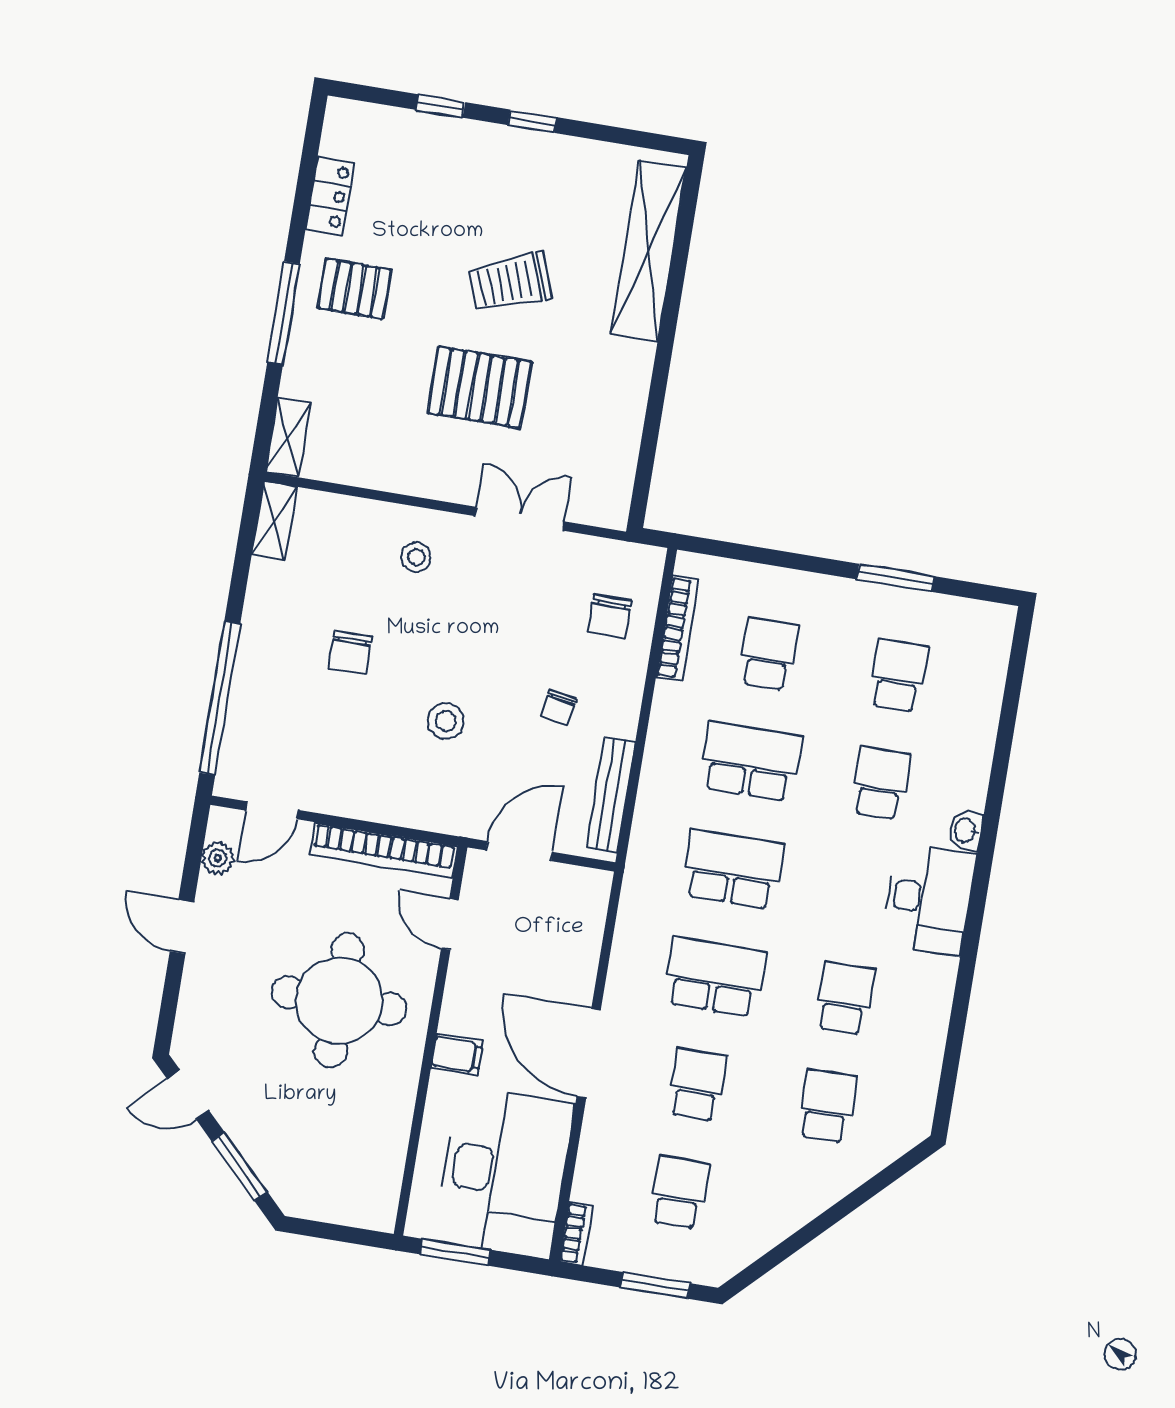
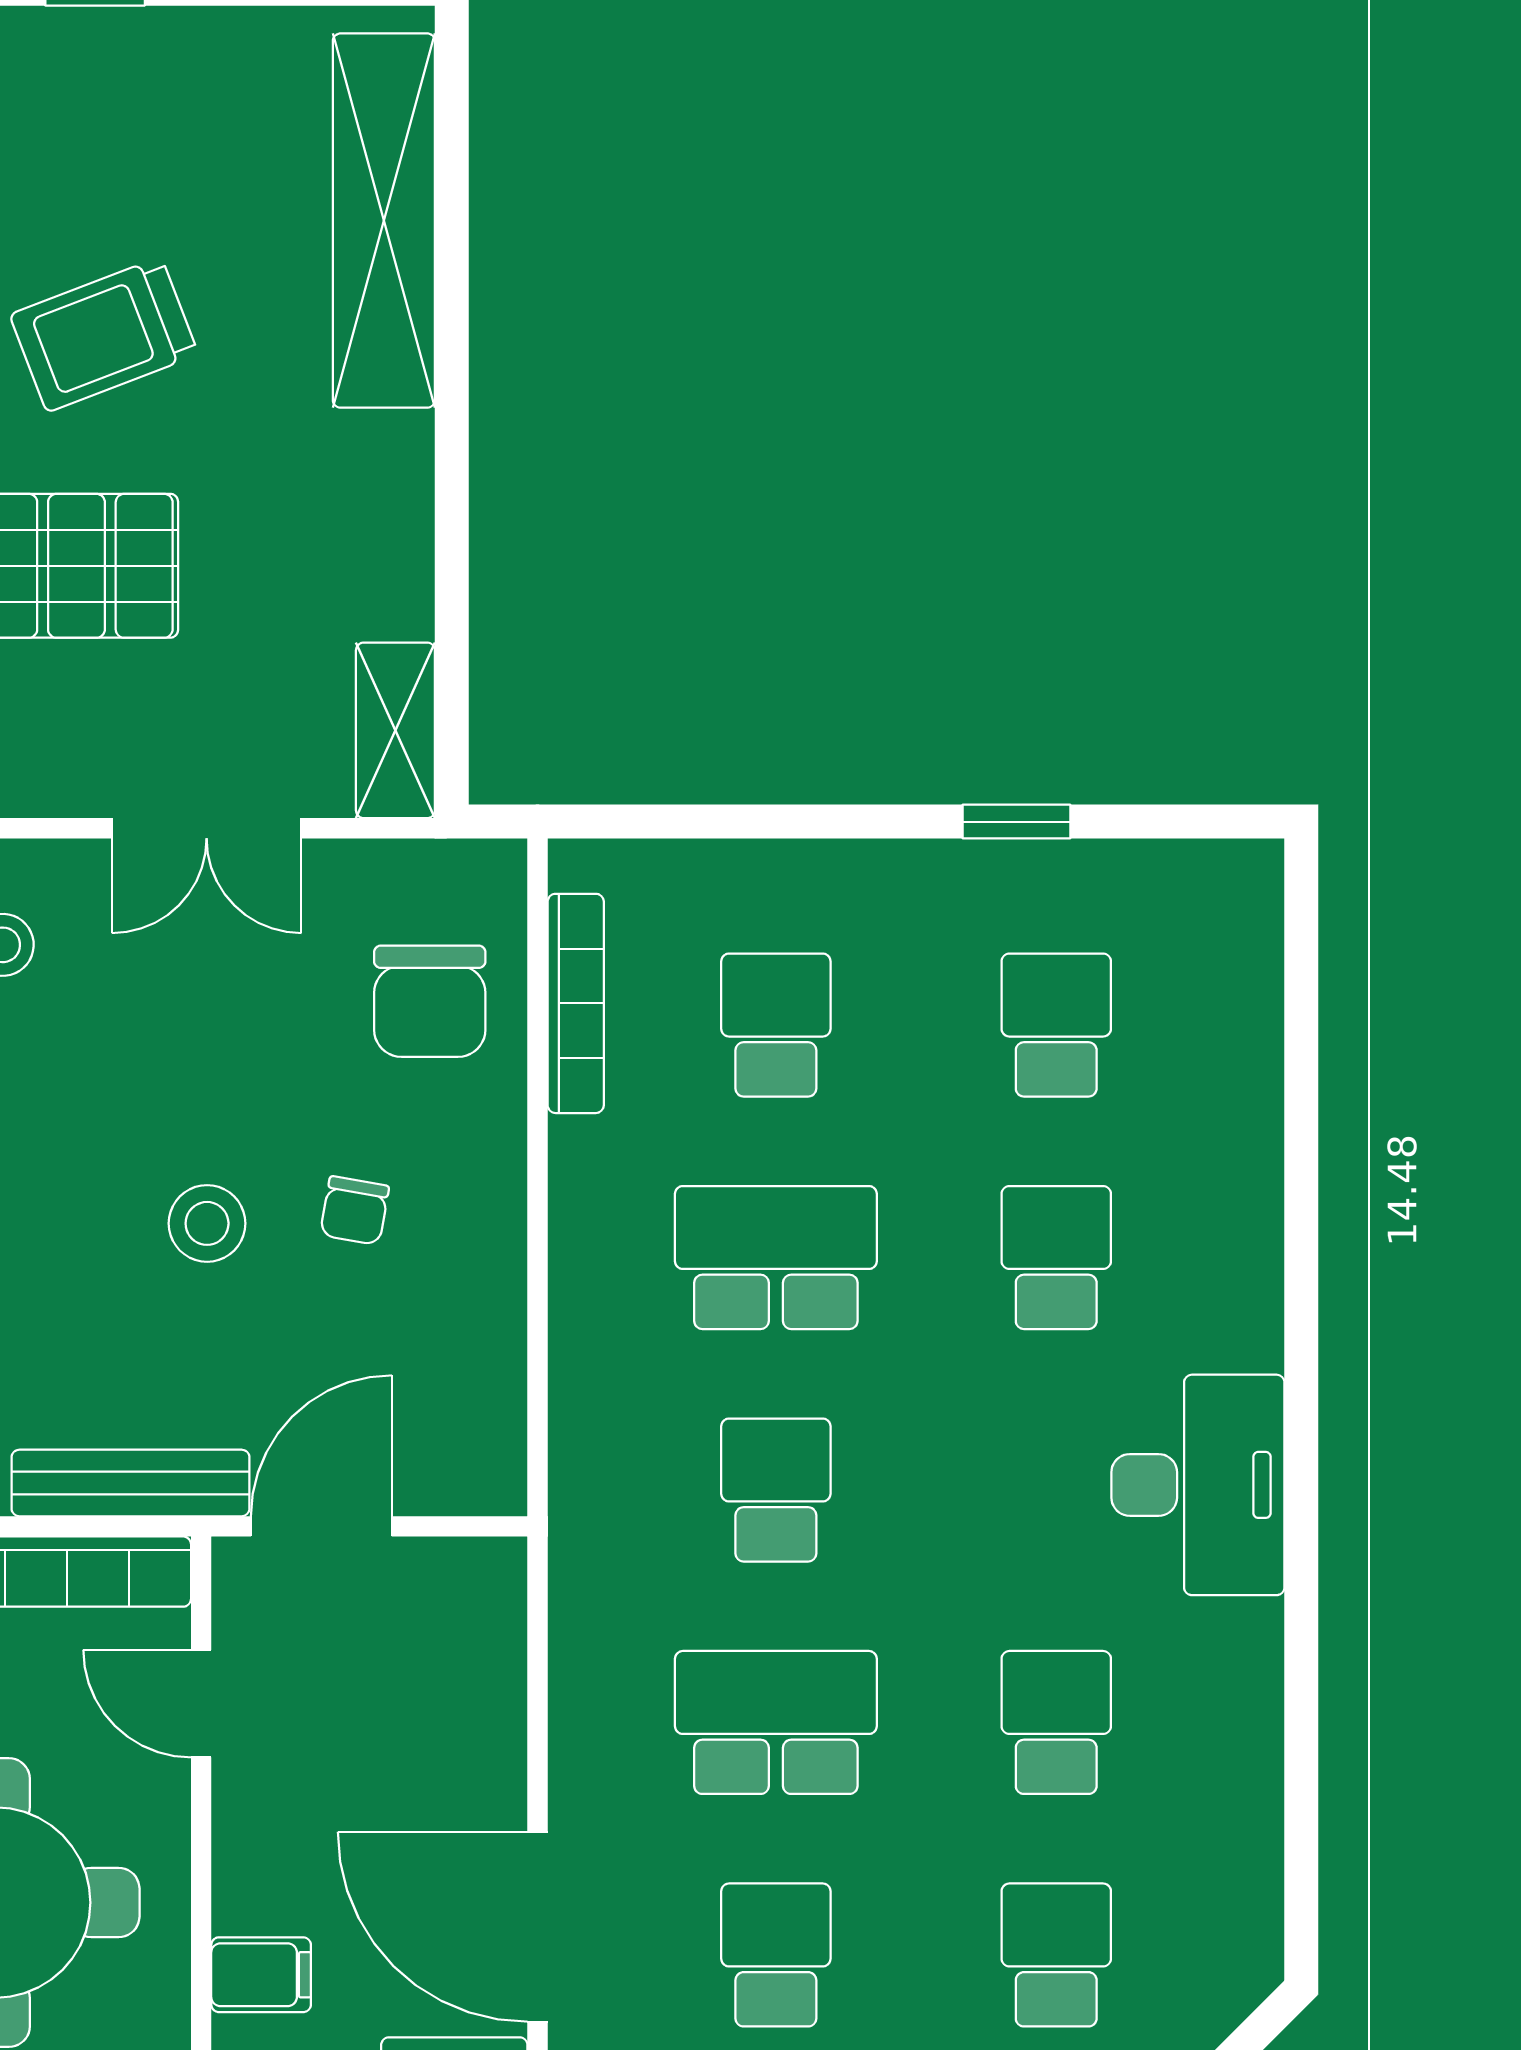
shelving: (615, 488) -> (395, 730), added
double door: (520, 519) -> (207, 828), swing flipped
window: (895, 578) -> (1016, 822), width x0.67
chair: (610, 616) -> (430, 1001), width x1.37, depth x1.37
stool: (446, 721) -> (207, 1223), moved
bench: (611, 795) -> (131, 1483), moved, turned 90
washbasin: (966, 831) -> (1252, 1328), removed
school desk: (733, 869) -> (776, 1490), width x0.54

